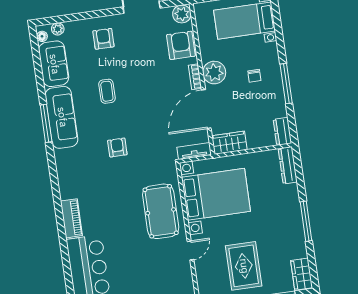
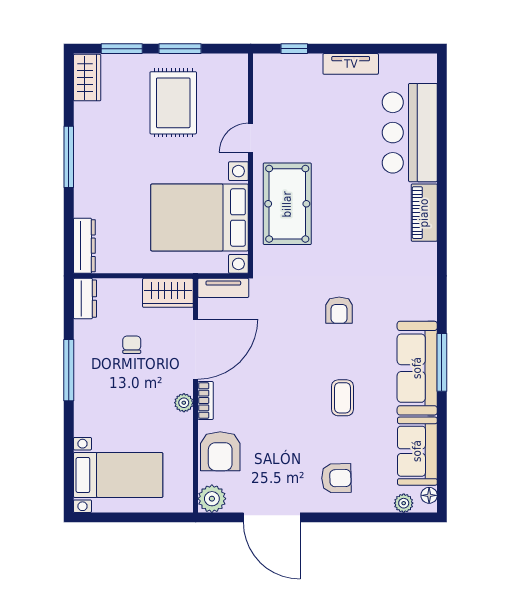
armchair: (103, 39) -> (336, 478), turned -91
plant: (214, 73) -> (184, 403), width x0.53, depth x0.53
chair: (254, 76) -> (132, 345), moved

